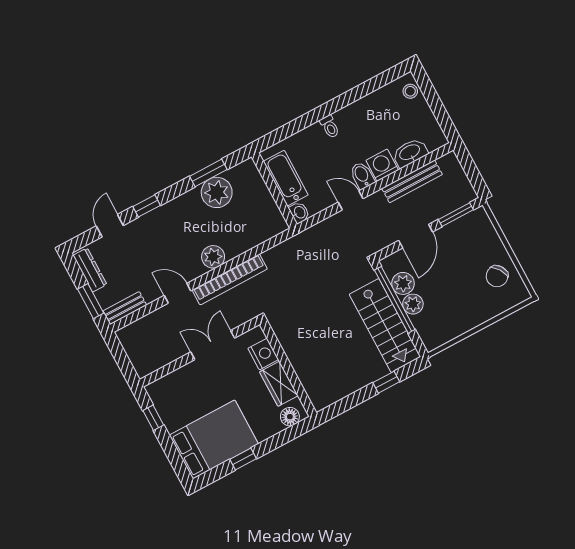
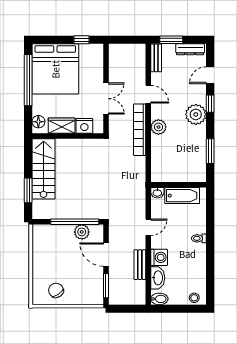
bidet: (362, 175) -> (159, 299), moved
bench: (412, 181) -> (140, 265), width x0.73
plant: (217, 192) -> (196, 114), moved
door: (110, 226) -> (210, 75), swing flipped
door: (178, 293) -> (148, 94), hinge flipped
plant: (413, 304) -> (66, 231), removed
stairs: (385, 326) -> (44, 169), moved, turned 90
window: (386, 382) -> (28, 190), width x1.50
bed: (214, 440) -> (55, 69), width x1.36
window: (243, 459) -> (28, 80), width x3.17

